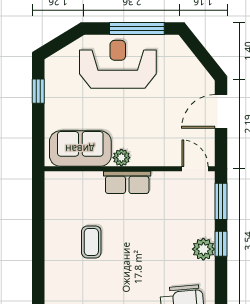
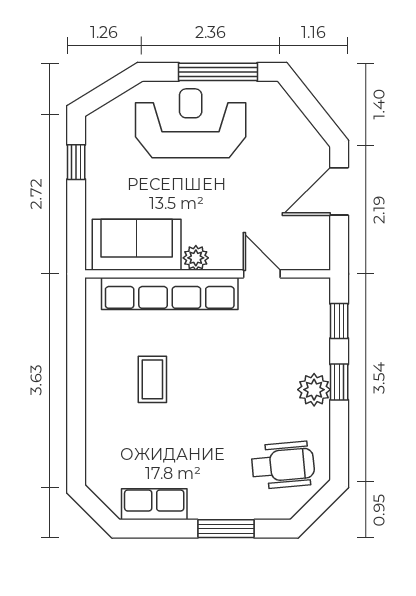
door: (195, 169) -> (262, 274), moved
row of seats: (127, 182) -> (170, 294), width x2.02
window: (221, 201) -> (339, 321), width x0.67

